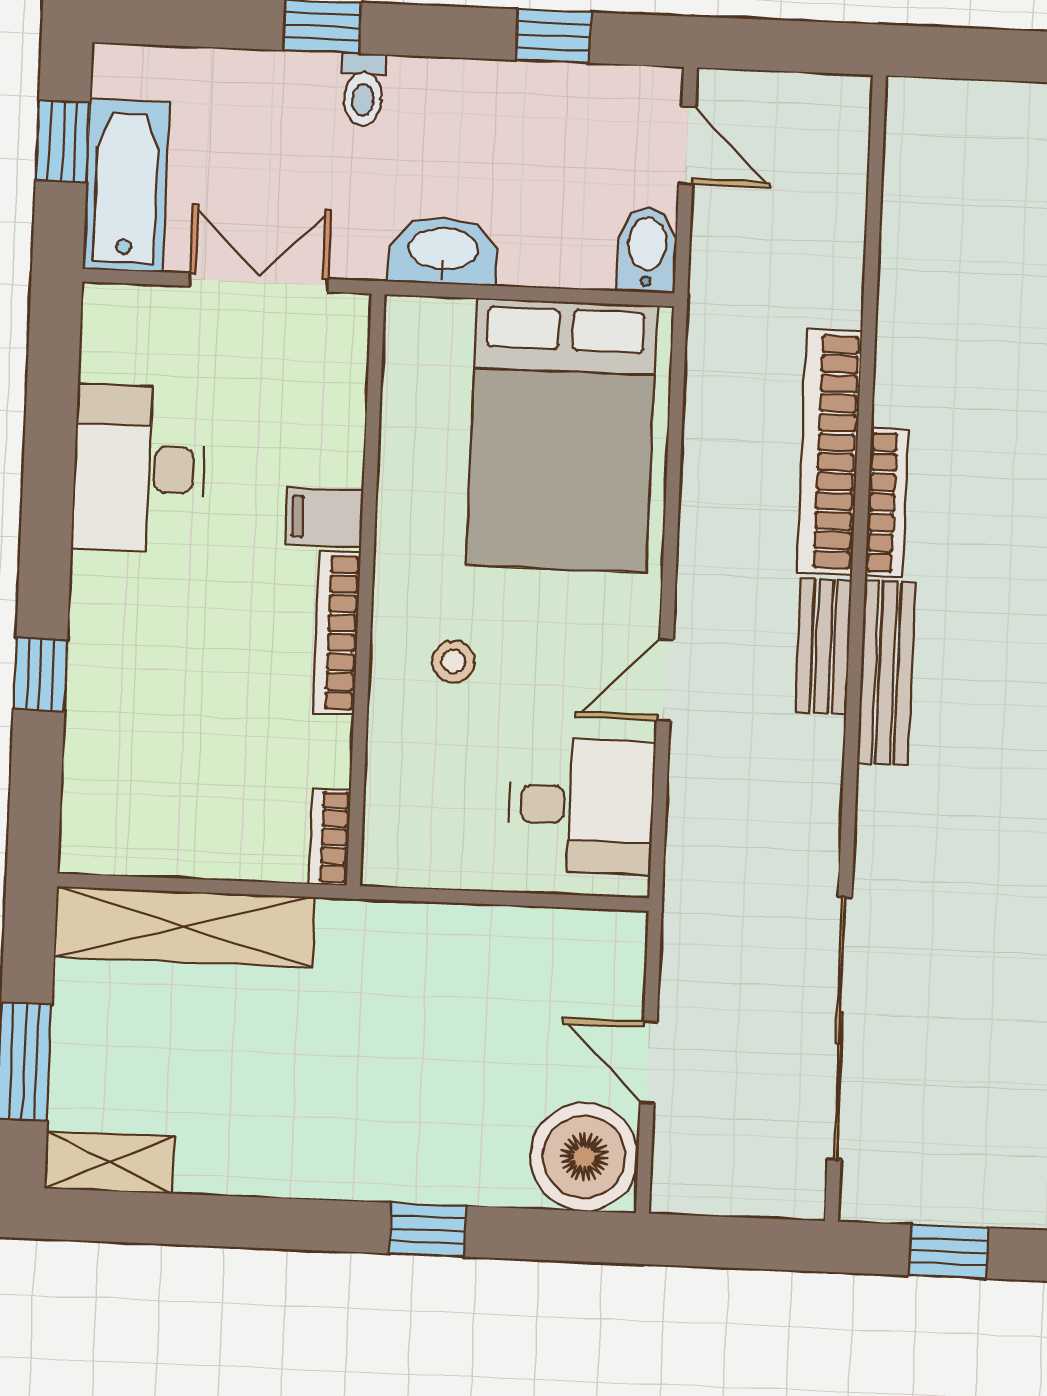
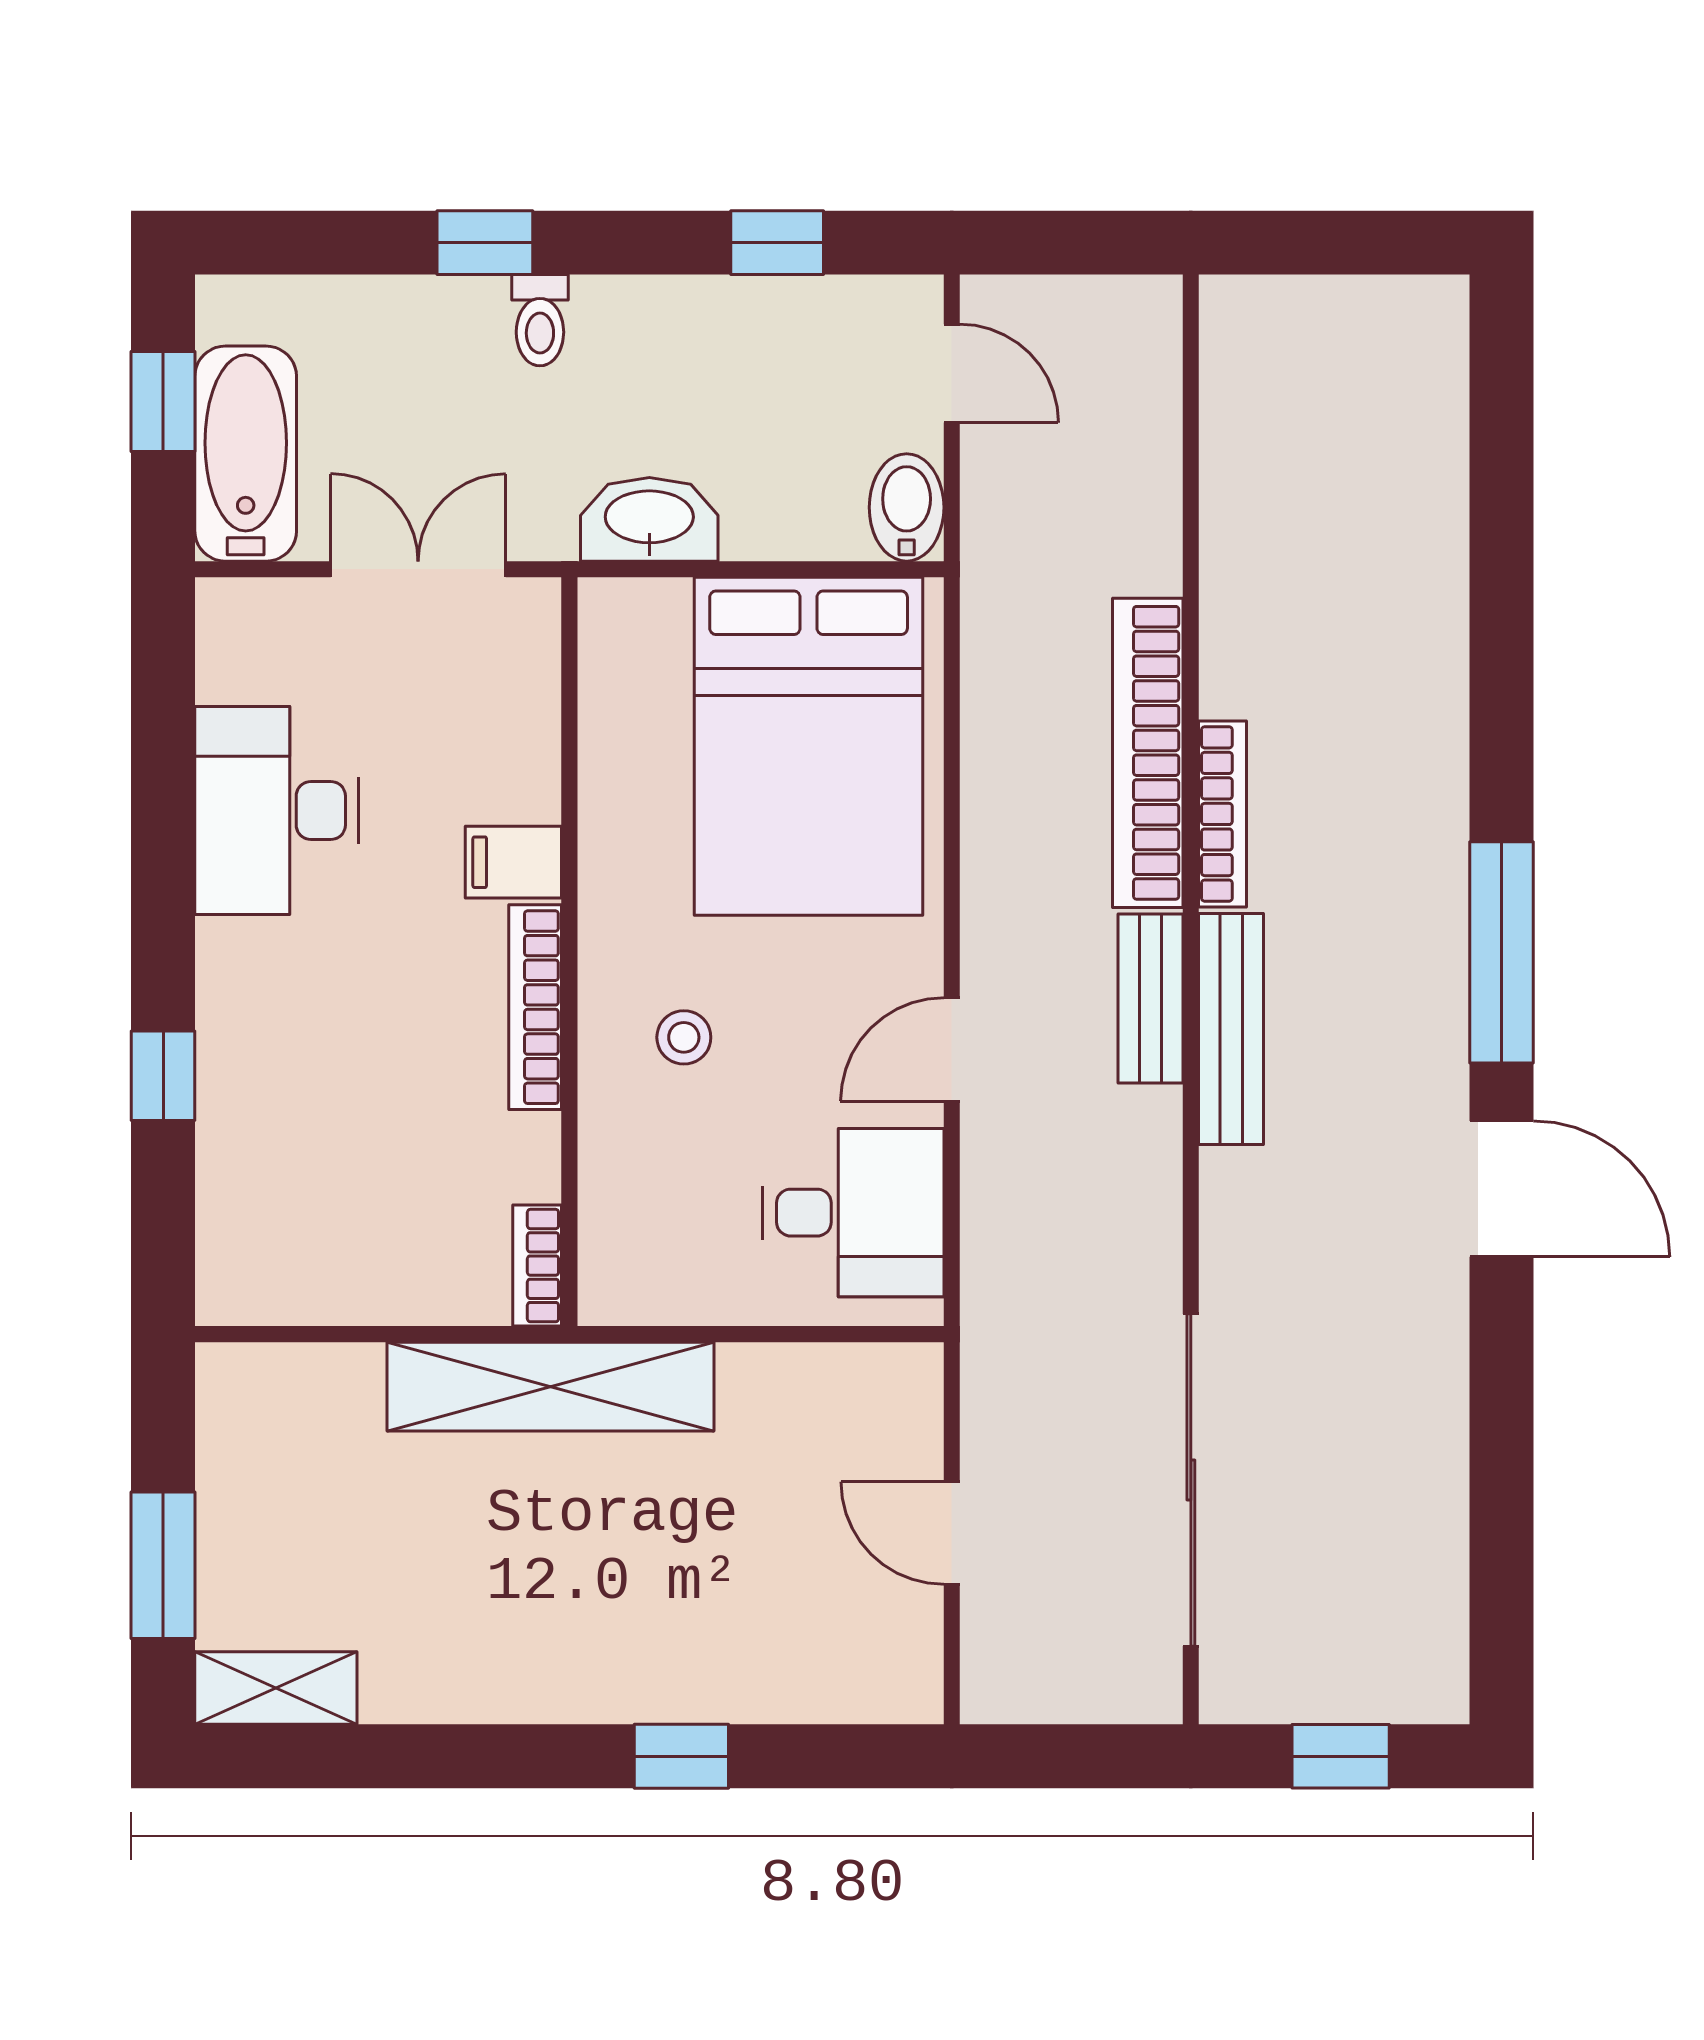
shelving: (184, 927) -> (550, 1387), moved
boiler: (584, 1157) -> (875, 1656), removed

